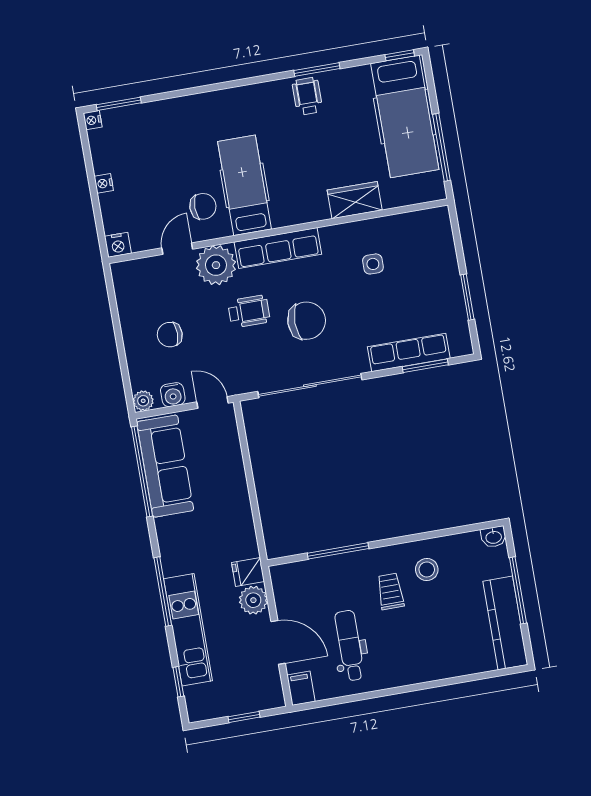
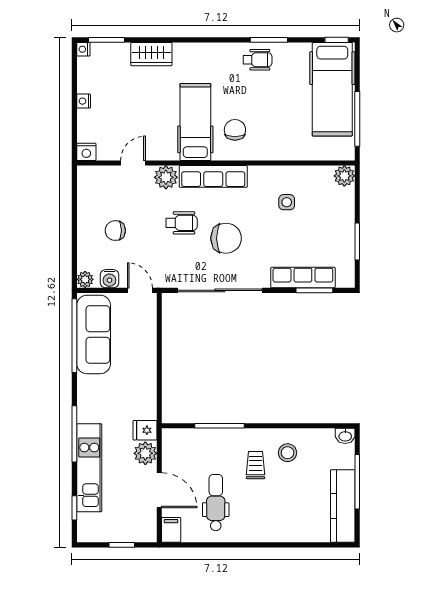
wheelchair: (307, 96) -> (258, 60), turned 90
wardrobe: (355, 200) -> (151, 54), moved, turned 180
chair: (203, 206) -> (235, 130), moved, turned -90
plant: (438, 220) -> (344, 176), added
plant: (216, 265) -> (166, 177), width x0.73, depth x0.73

